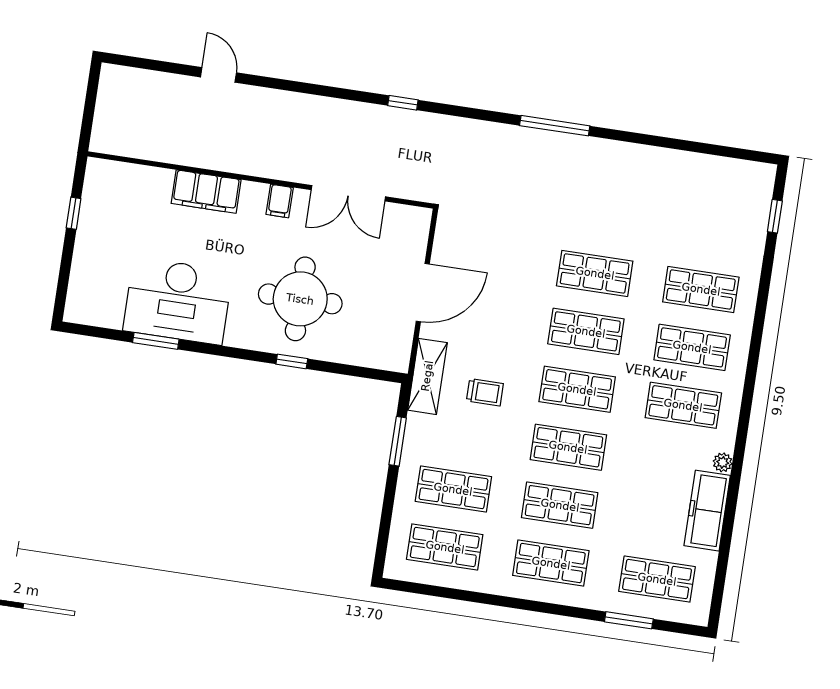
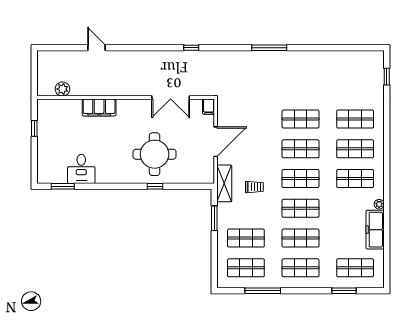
plant: (140, 145) -> (62, 89), added
filing cabinet: (280, 201) -> (208, 107), moved
desk: (178, 301) -> (81, 169), width x0.53, depth x0.77
window: (156, 341) -> (63, 186), moved
window: (470, 596) -> (263, 291), added

